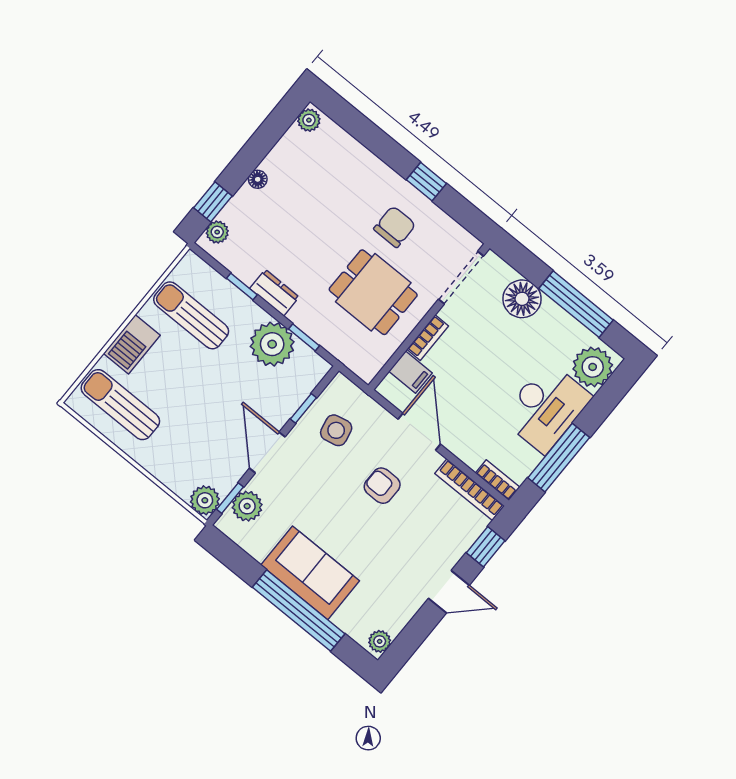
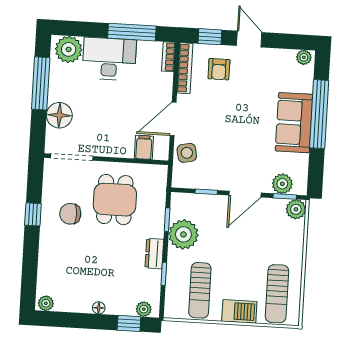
bookcase: (428, 338) -> (118, 152), removed
side table: (336, 430) -> (187, 153), moved
armchair: (382, 486) -> (219, 69), moved

